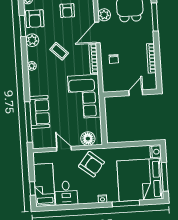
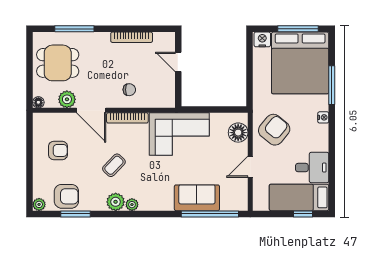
plant: (32, 40) -> (116, 202), moved

